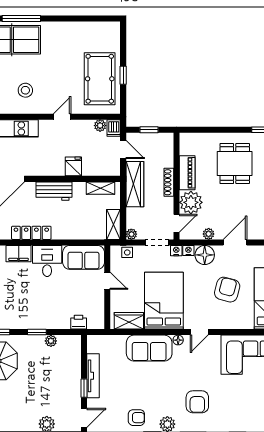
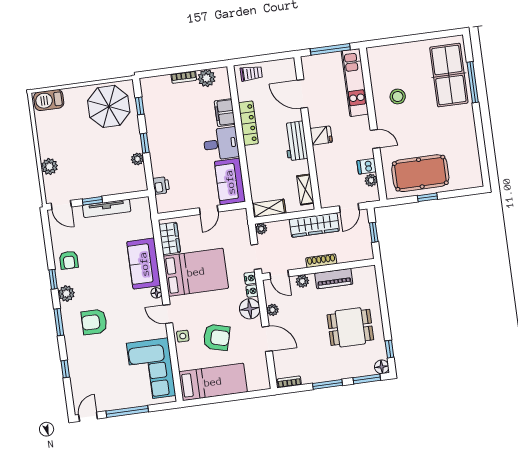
dishwasher: (114, 128) -> (367, 166), moved
fridge: (73, 166) -> (321, 135), moved
plant: (191, 202) -> (302, 281), width x0.53, depth x0.53
side table: (127, 252) -> (183, 336), moved

